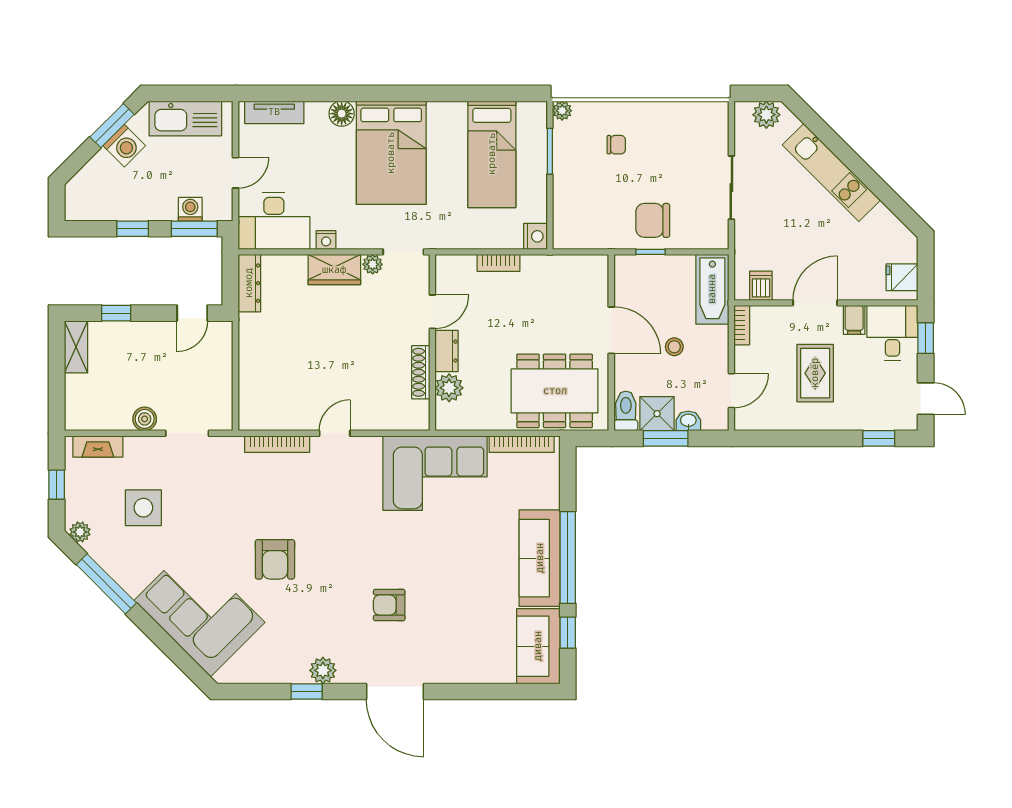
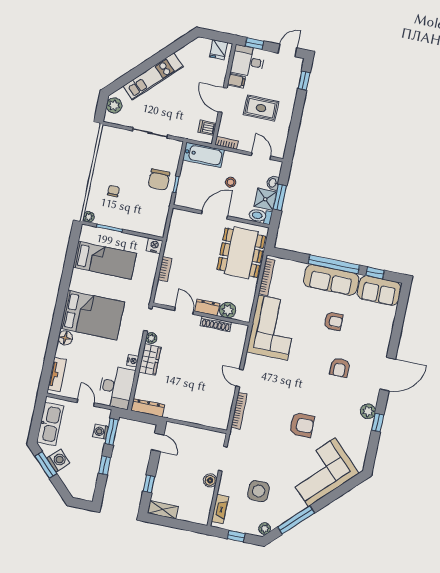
armchair: (468, 577) -> (333, 321), added

